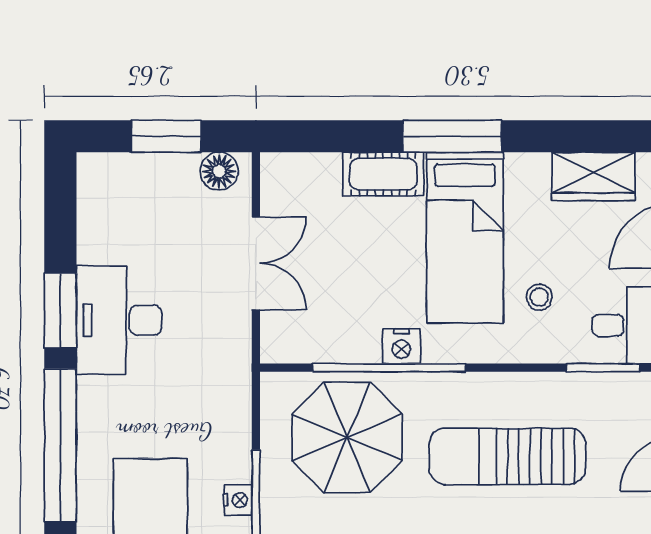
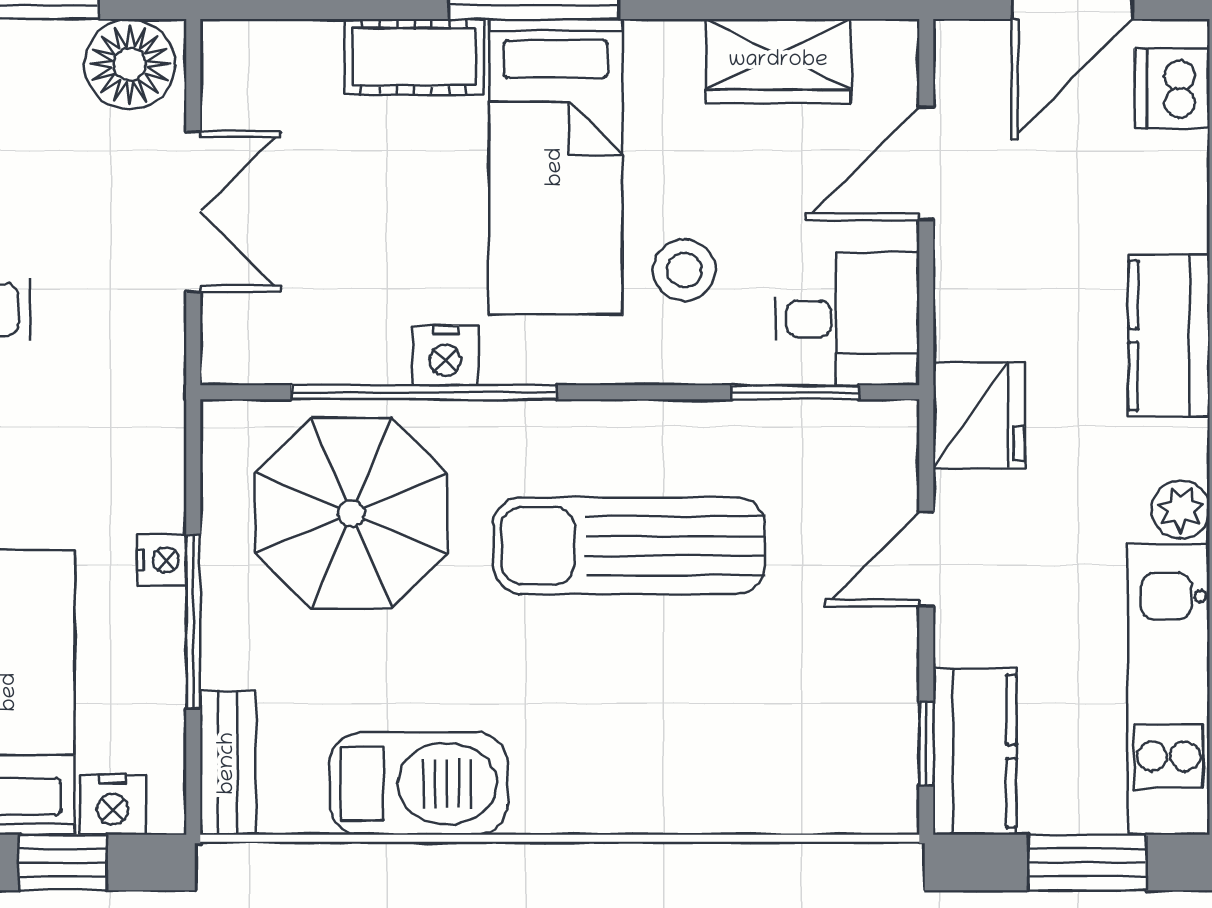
floor lamp: (219, 171) -> (130, 64), width x1.38, depth x1.38
stool: (539, 297) -> (684, 270), width x1.37, depth x1.37
nightstand: (238, 500) -> (162, 560), moved

